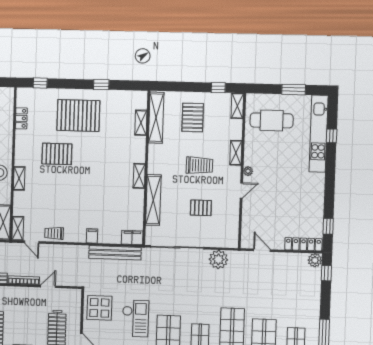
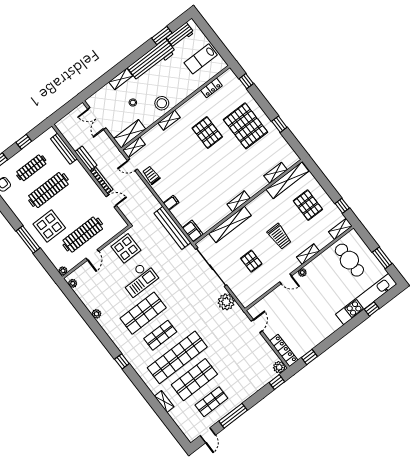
pallet: (193, 117) -> (308, 205), turned 90
door: (32, 242) -> (132, 165), hinge flipped

